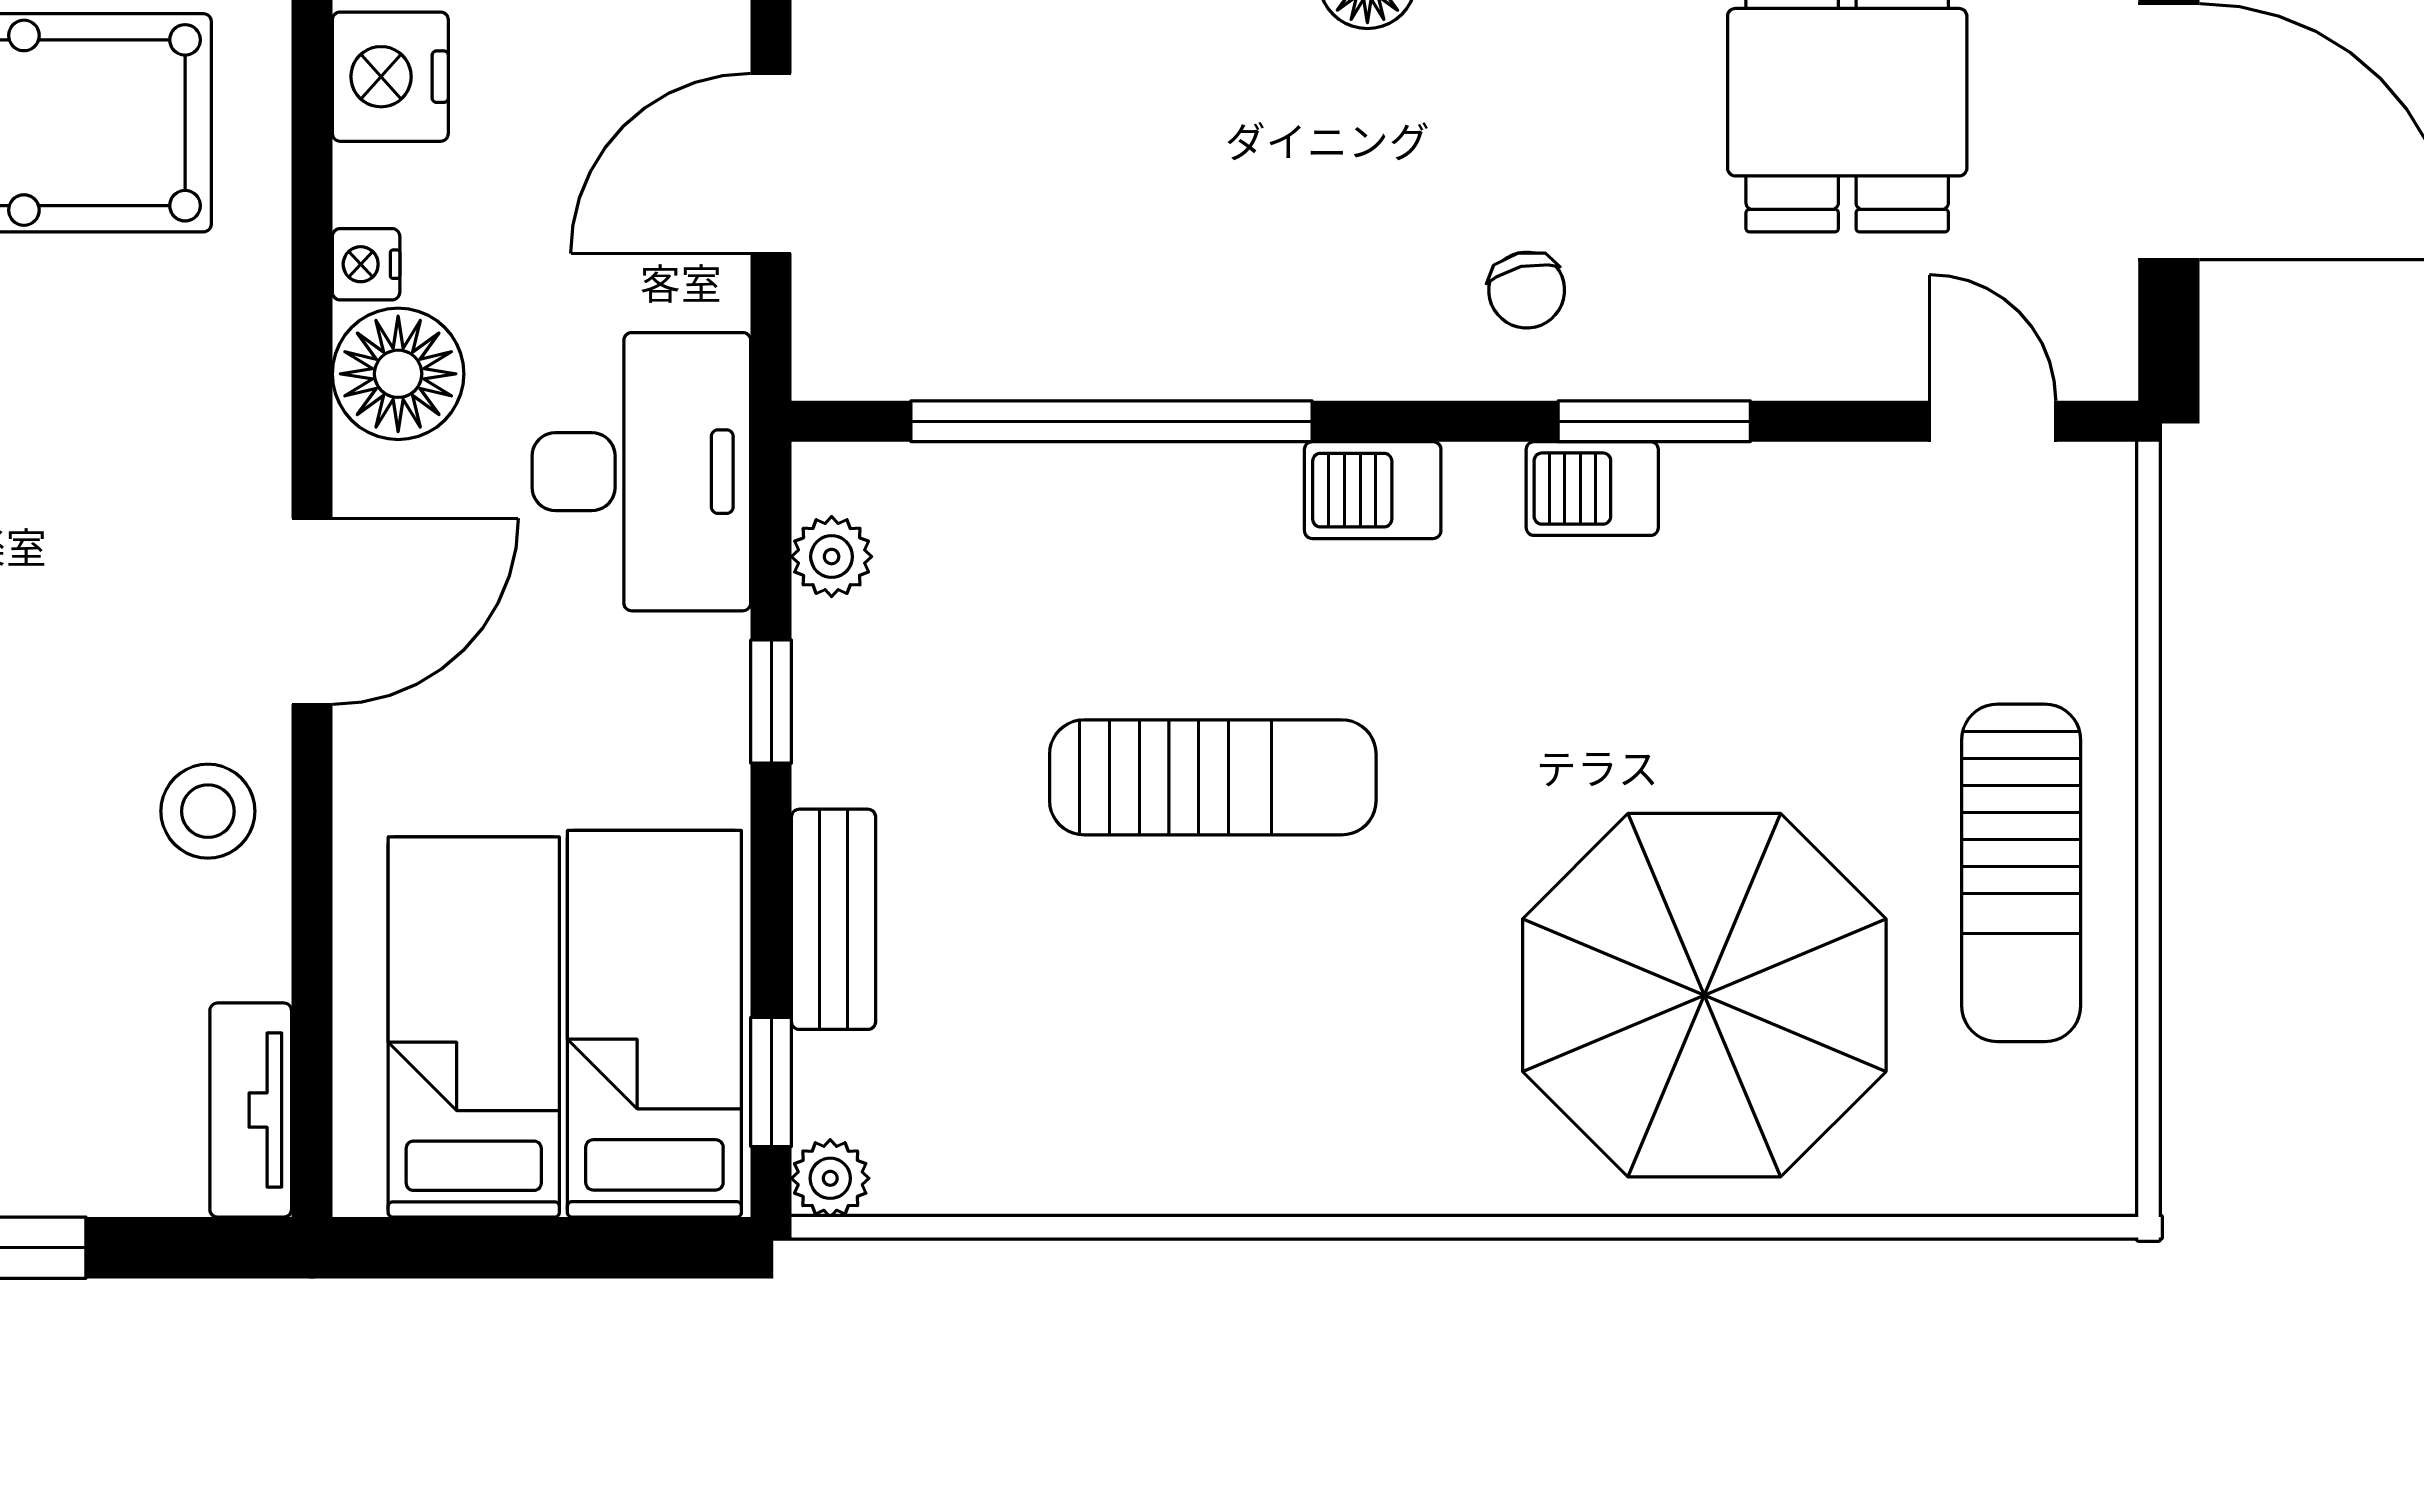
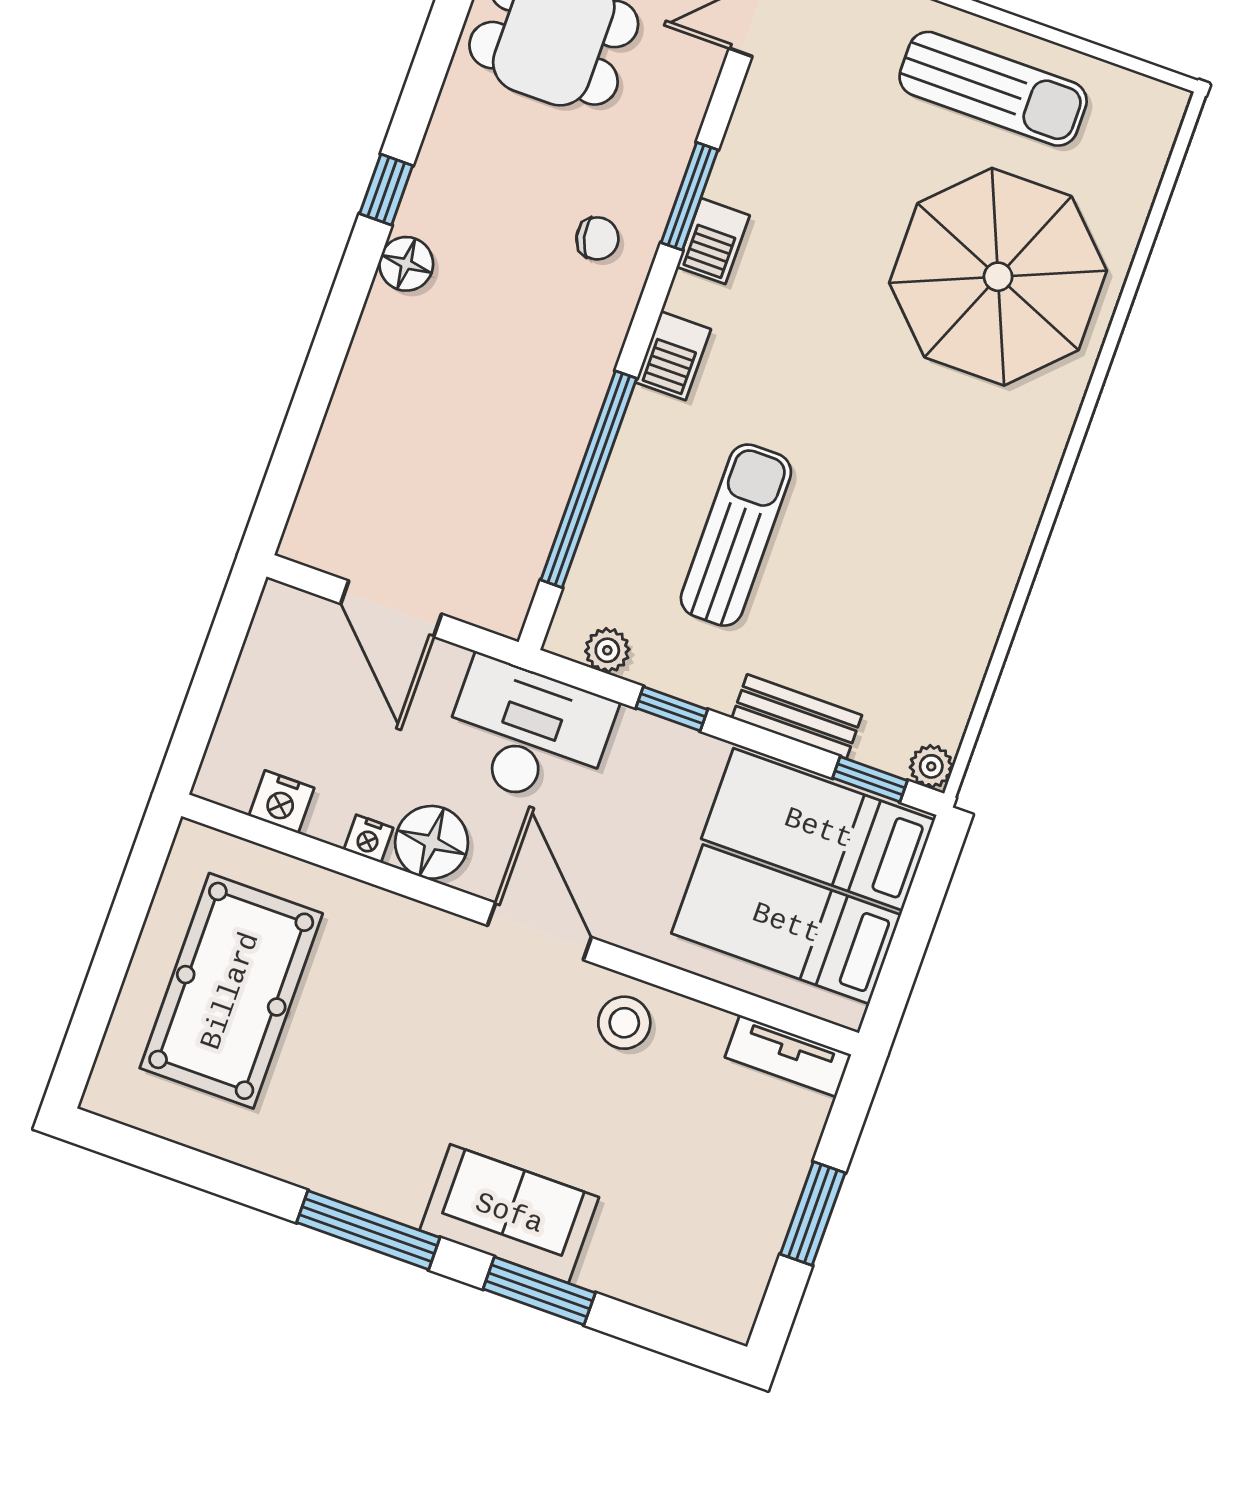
nightstand: (390, 77) -> (281, 802), width x0.74, depth x0.75
sun lounger: (1213, 777) -> (736, 535), moved

